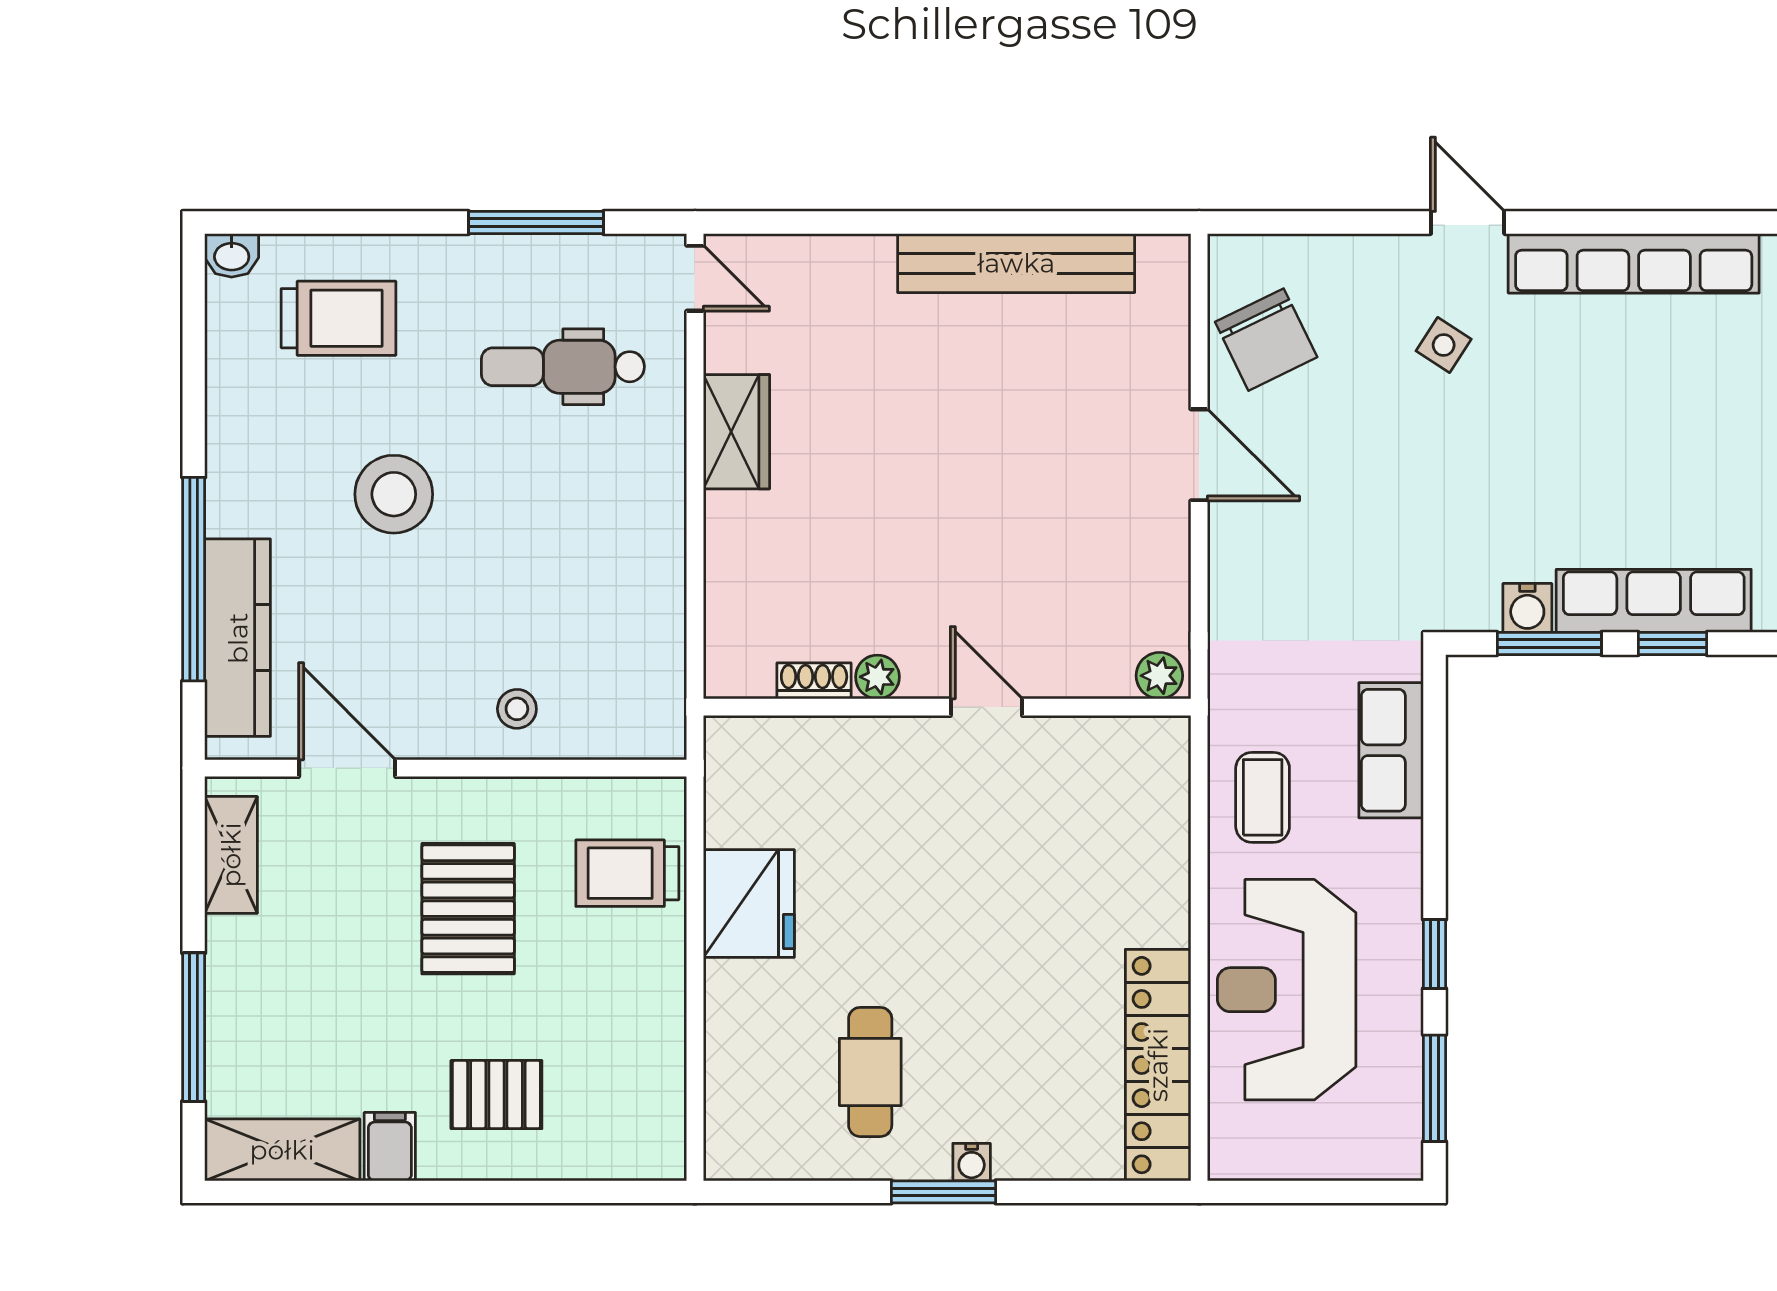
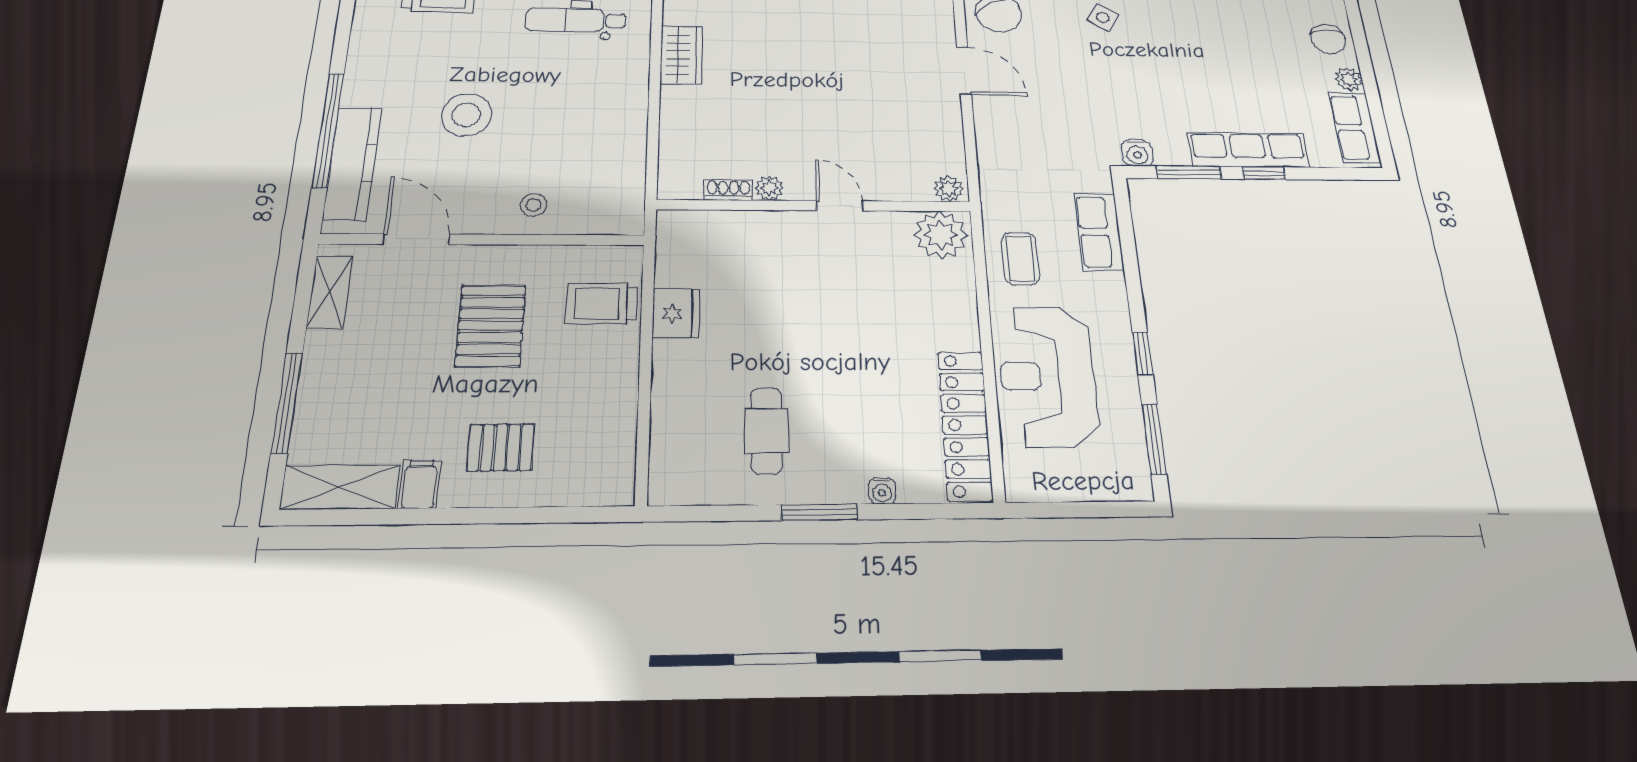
stool: (394, 494) -> (466, 115), moved
water cooler: (1527, 608) -> (1137, 153), moved
plant: (1141, 757) -> (941, 235), added
fridge: (749, 904) -> (676, 313), width x0.73, depth x0.75
water cooler: (972, 1162) -> (882, 491), moved

